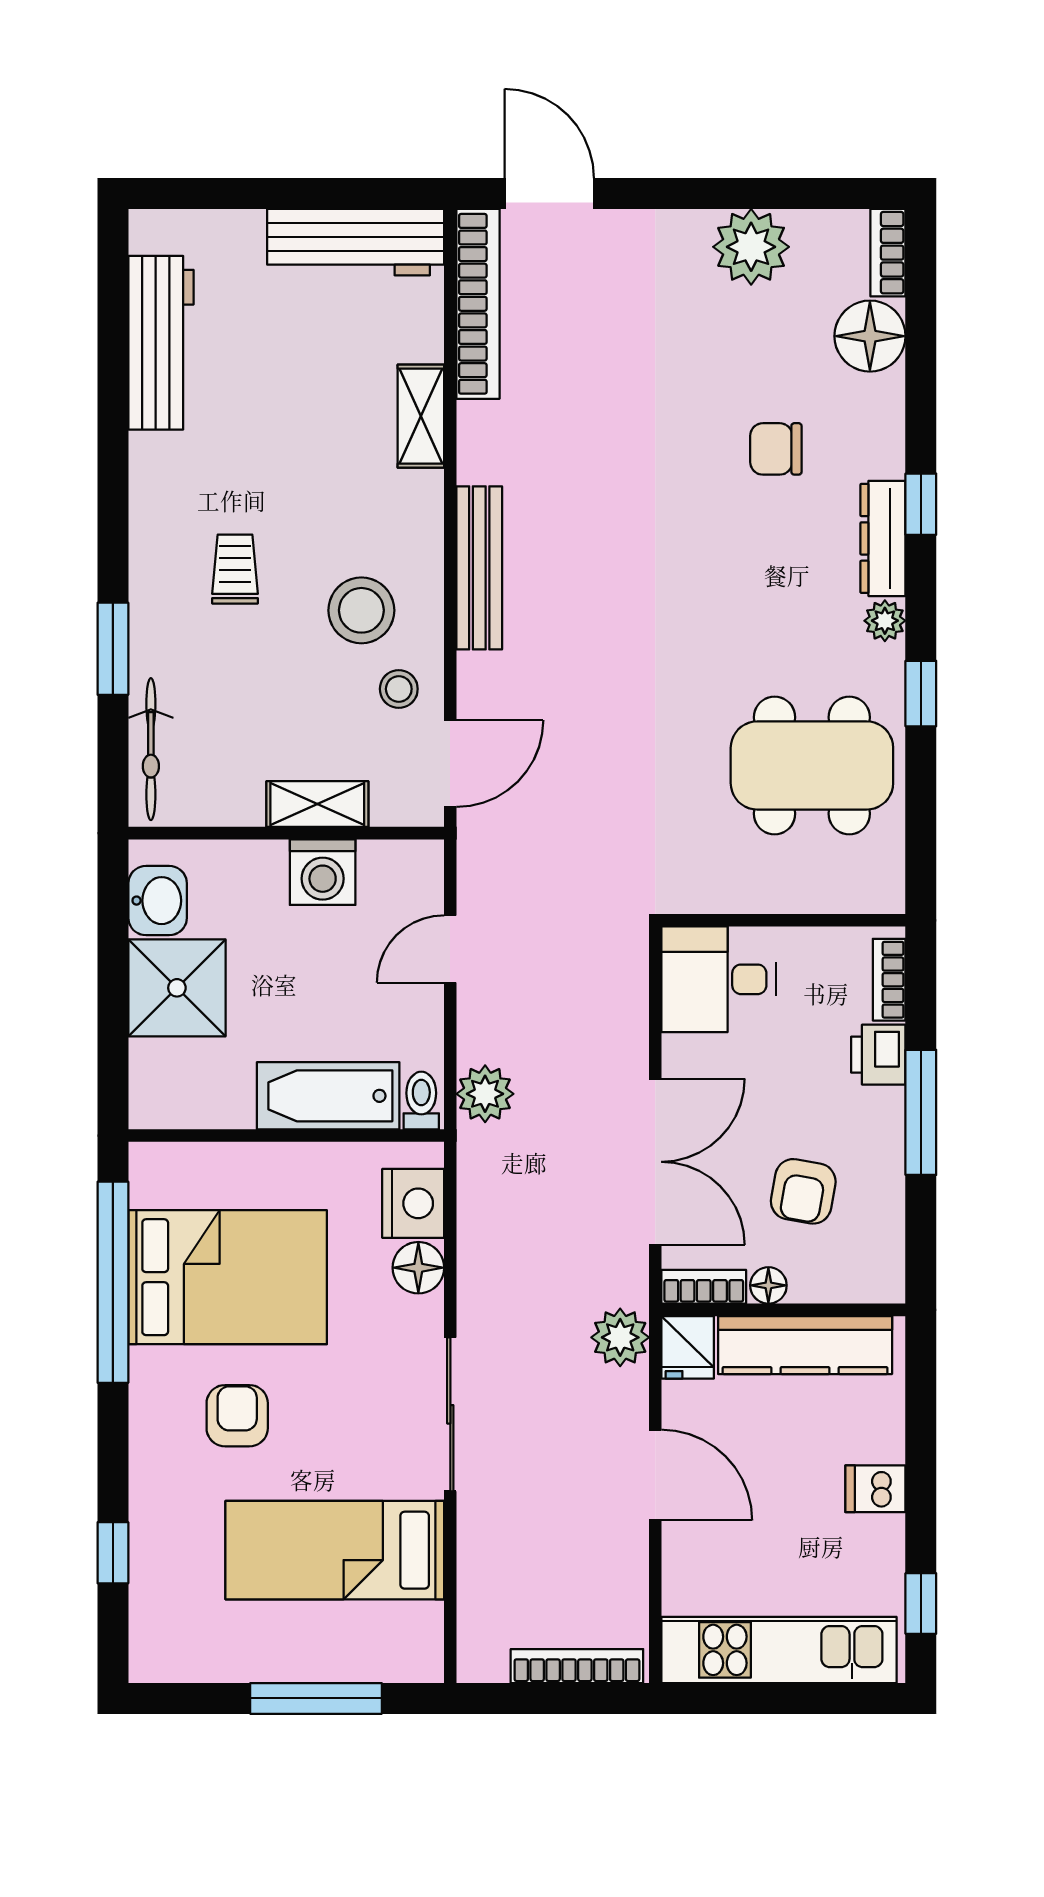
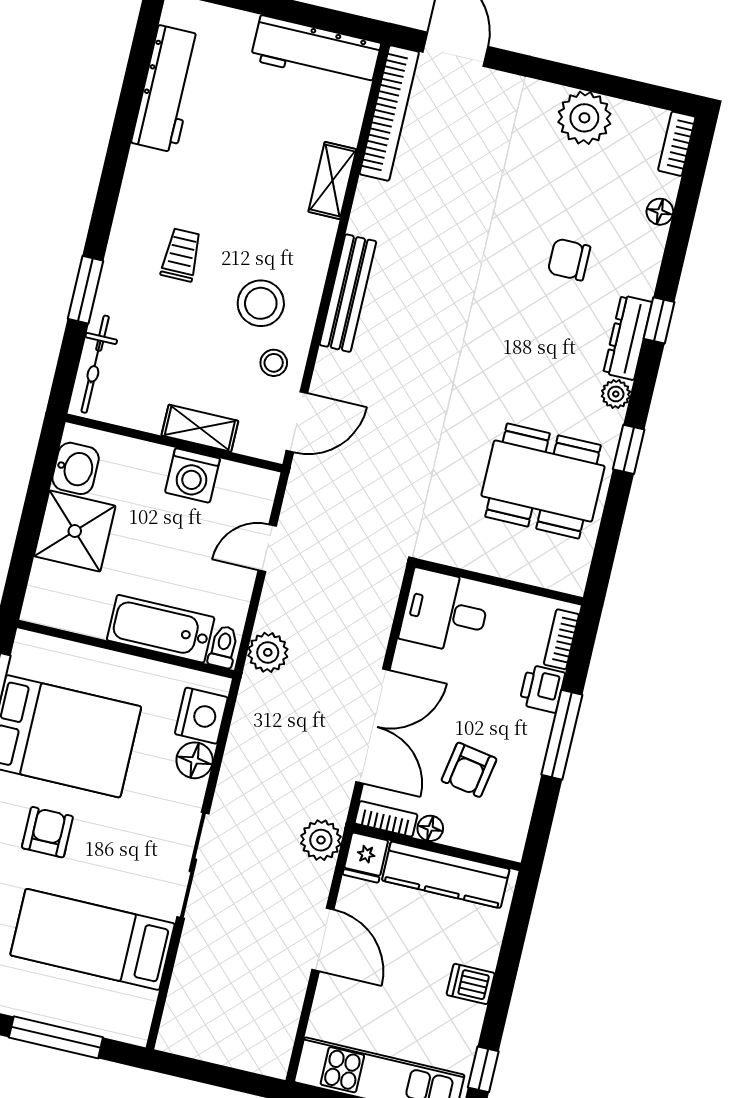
floor lamp: (870, 336) -> (660, 212), width x0.53, depth x0.53
bookcase: (577, 1666) -> (239, 1057), removed

